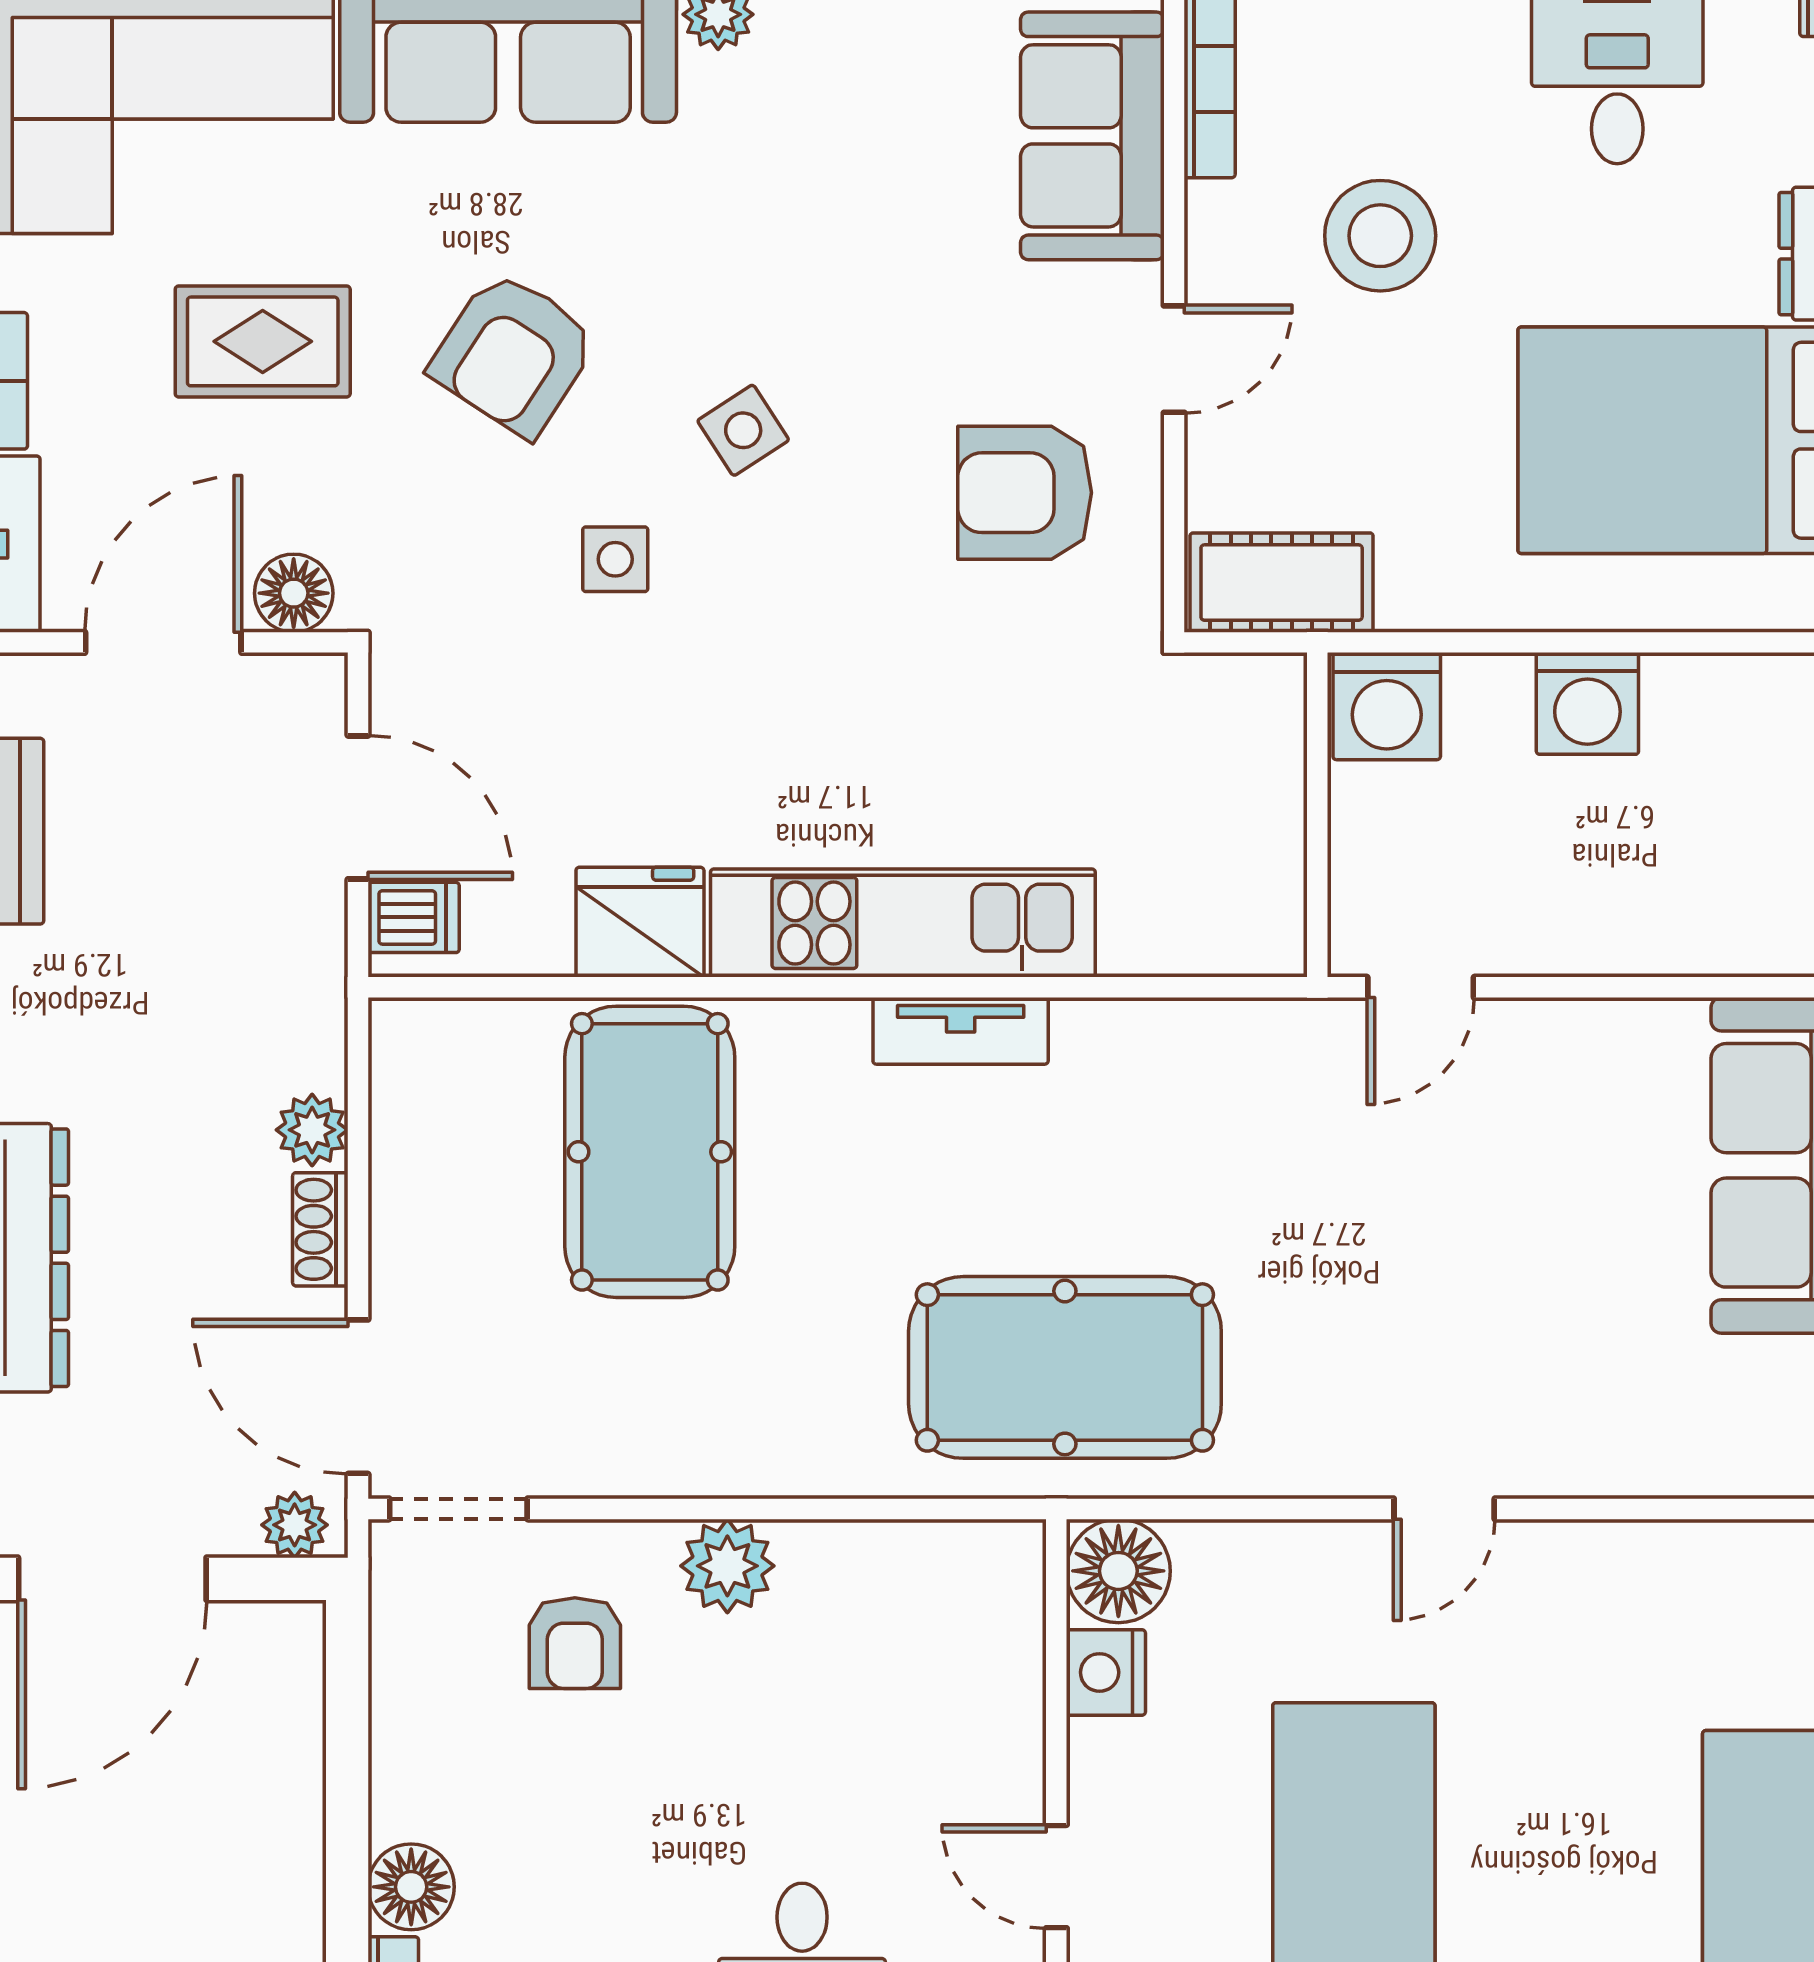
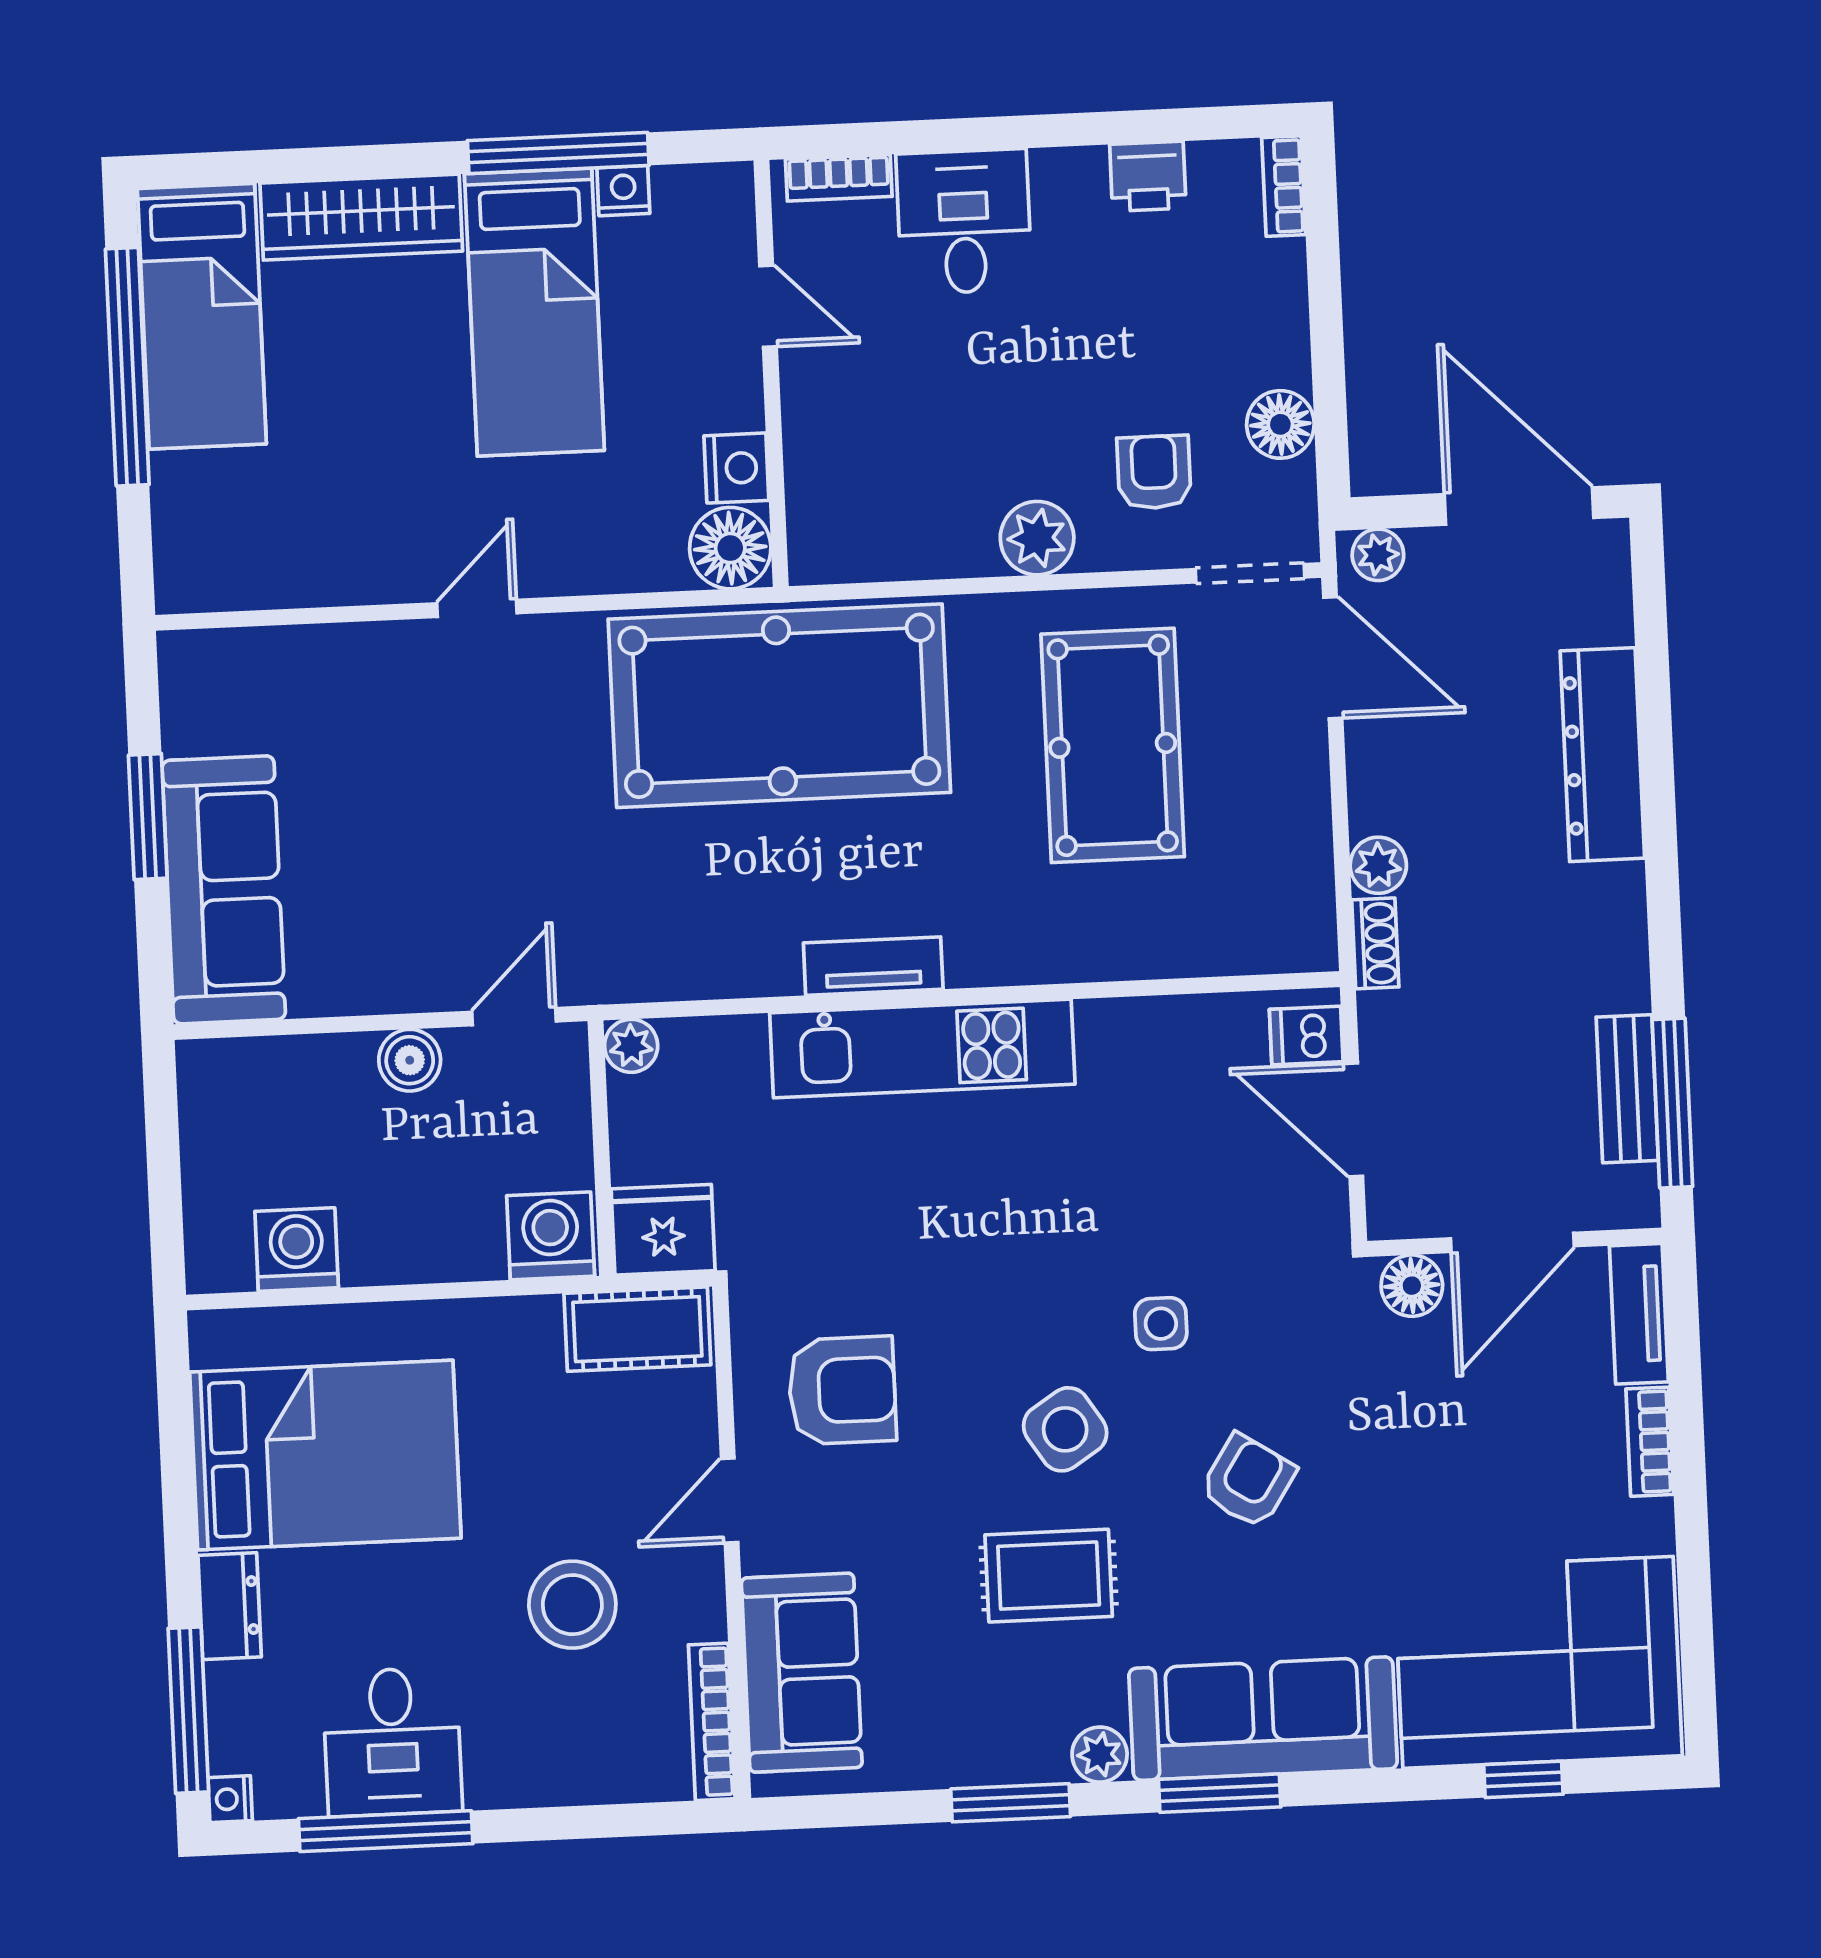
rug: (263, 341) -> (1049, 1576), moved
armchair: (514, 354) -> (1248, 1481), width x0.72, depth x0.72
side table: (743, 430) -> (1065, 1429), width x1.37, depth x1.37
washing machine: (1587, 703) -> (297, 1250), moved
fridge: (640, 922) -> (663, 1230), moved, turned 180
boiler: (1556, 938) -> (410, 1060), added
plant: (1273, 943) -> (631, 1046), added
pool table: (650, 1152) -> (1113, 745), moved
shoe rack: (320, 1229) -> (1375, 943), moved
pool table: (1065, 1367) -> (779, 706), width x1.36, depth x1.32
door: (112, 1579) -> (1519, 506), hinge flipped
floor lamp: (411, 1887) -> (1280, 424), moved

